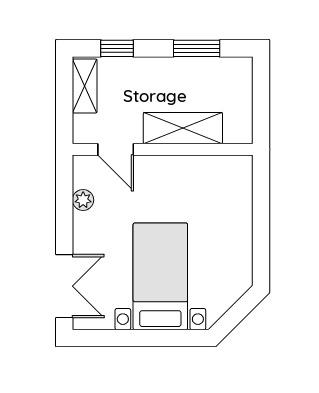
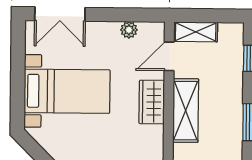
shelving: (85, 86) -> (196, 32), moved
wardrobe: (173, 171) -> (152, 102), added

